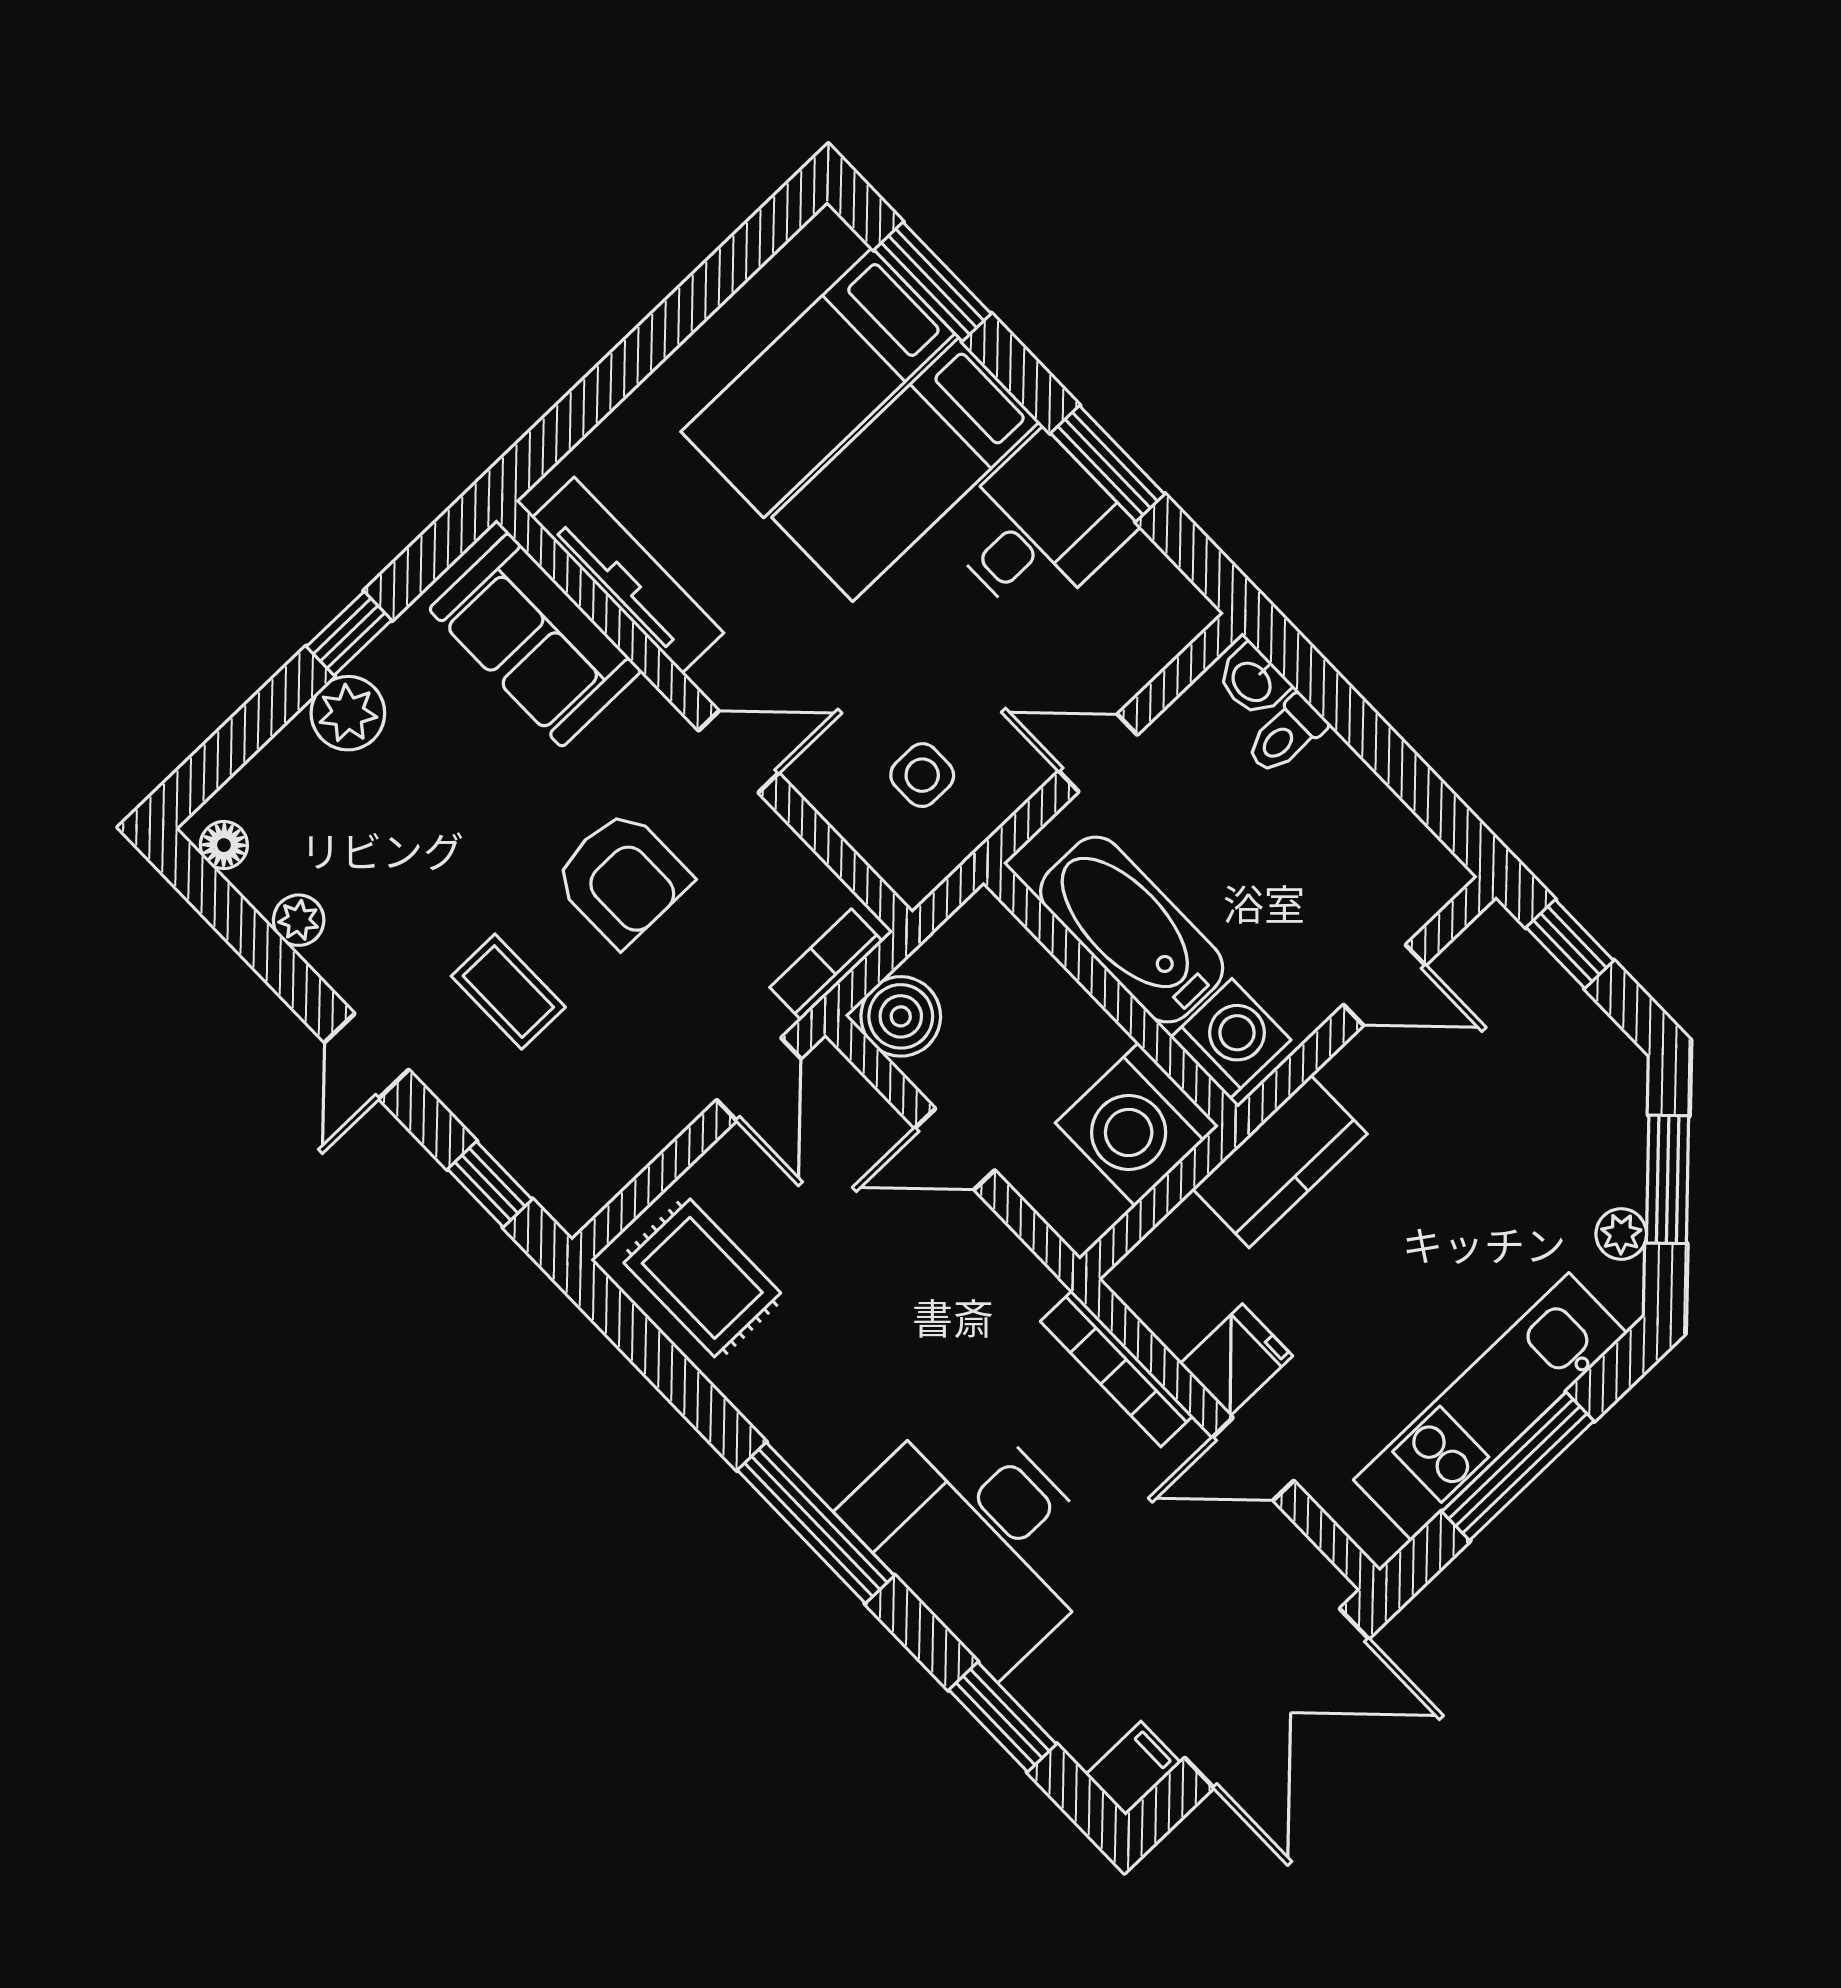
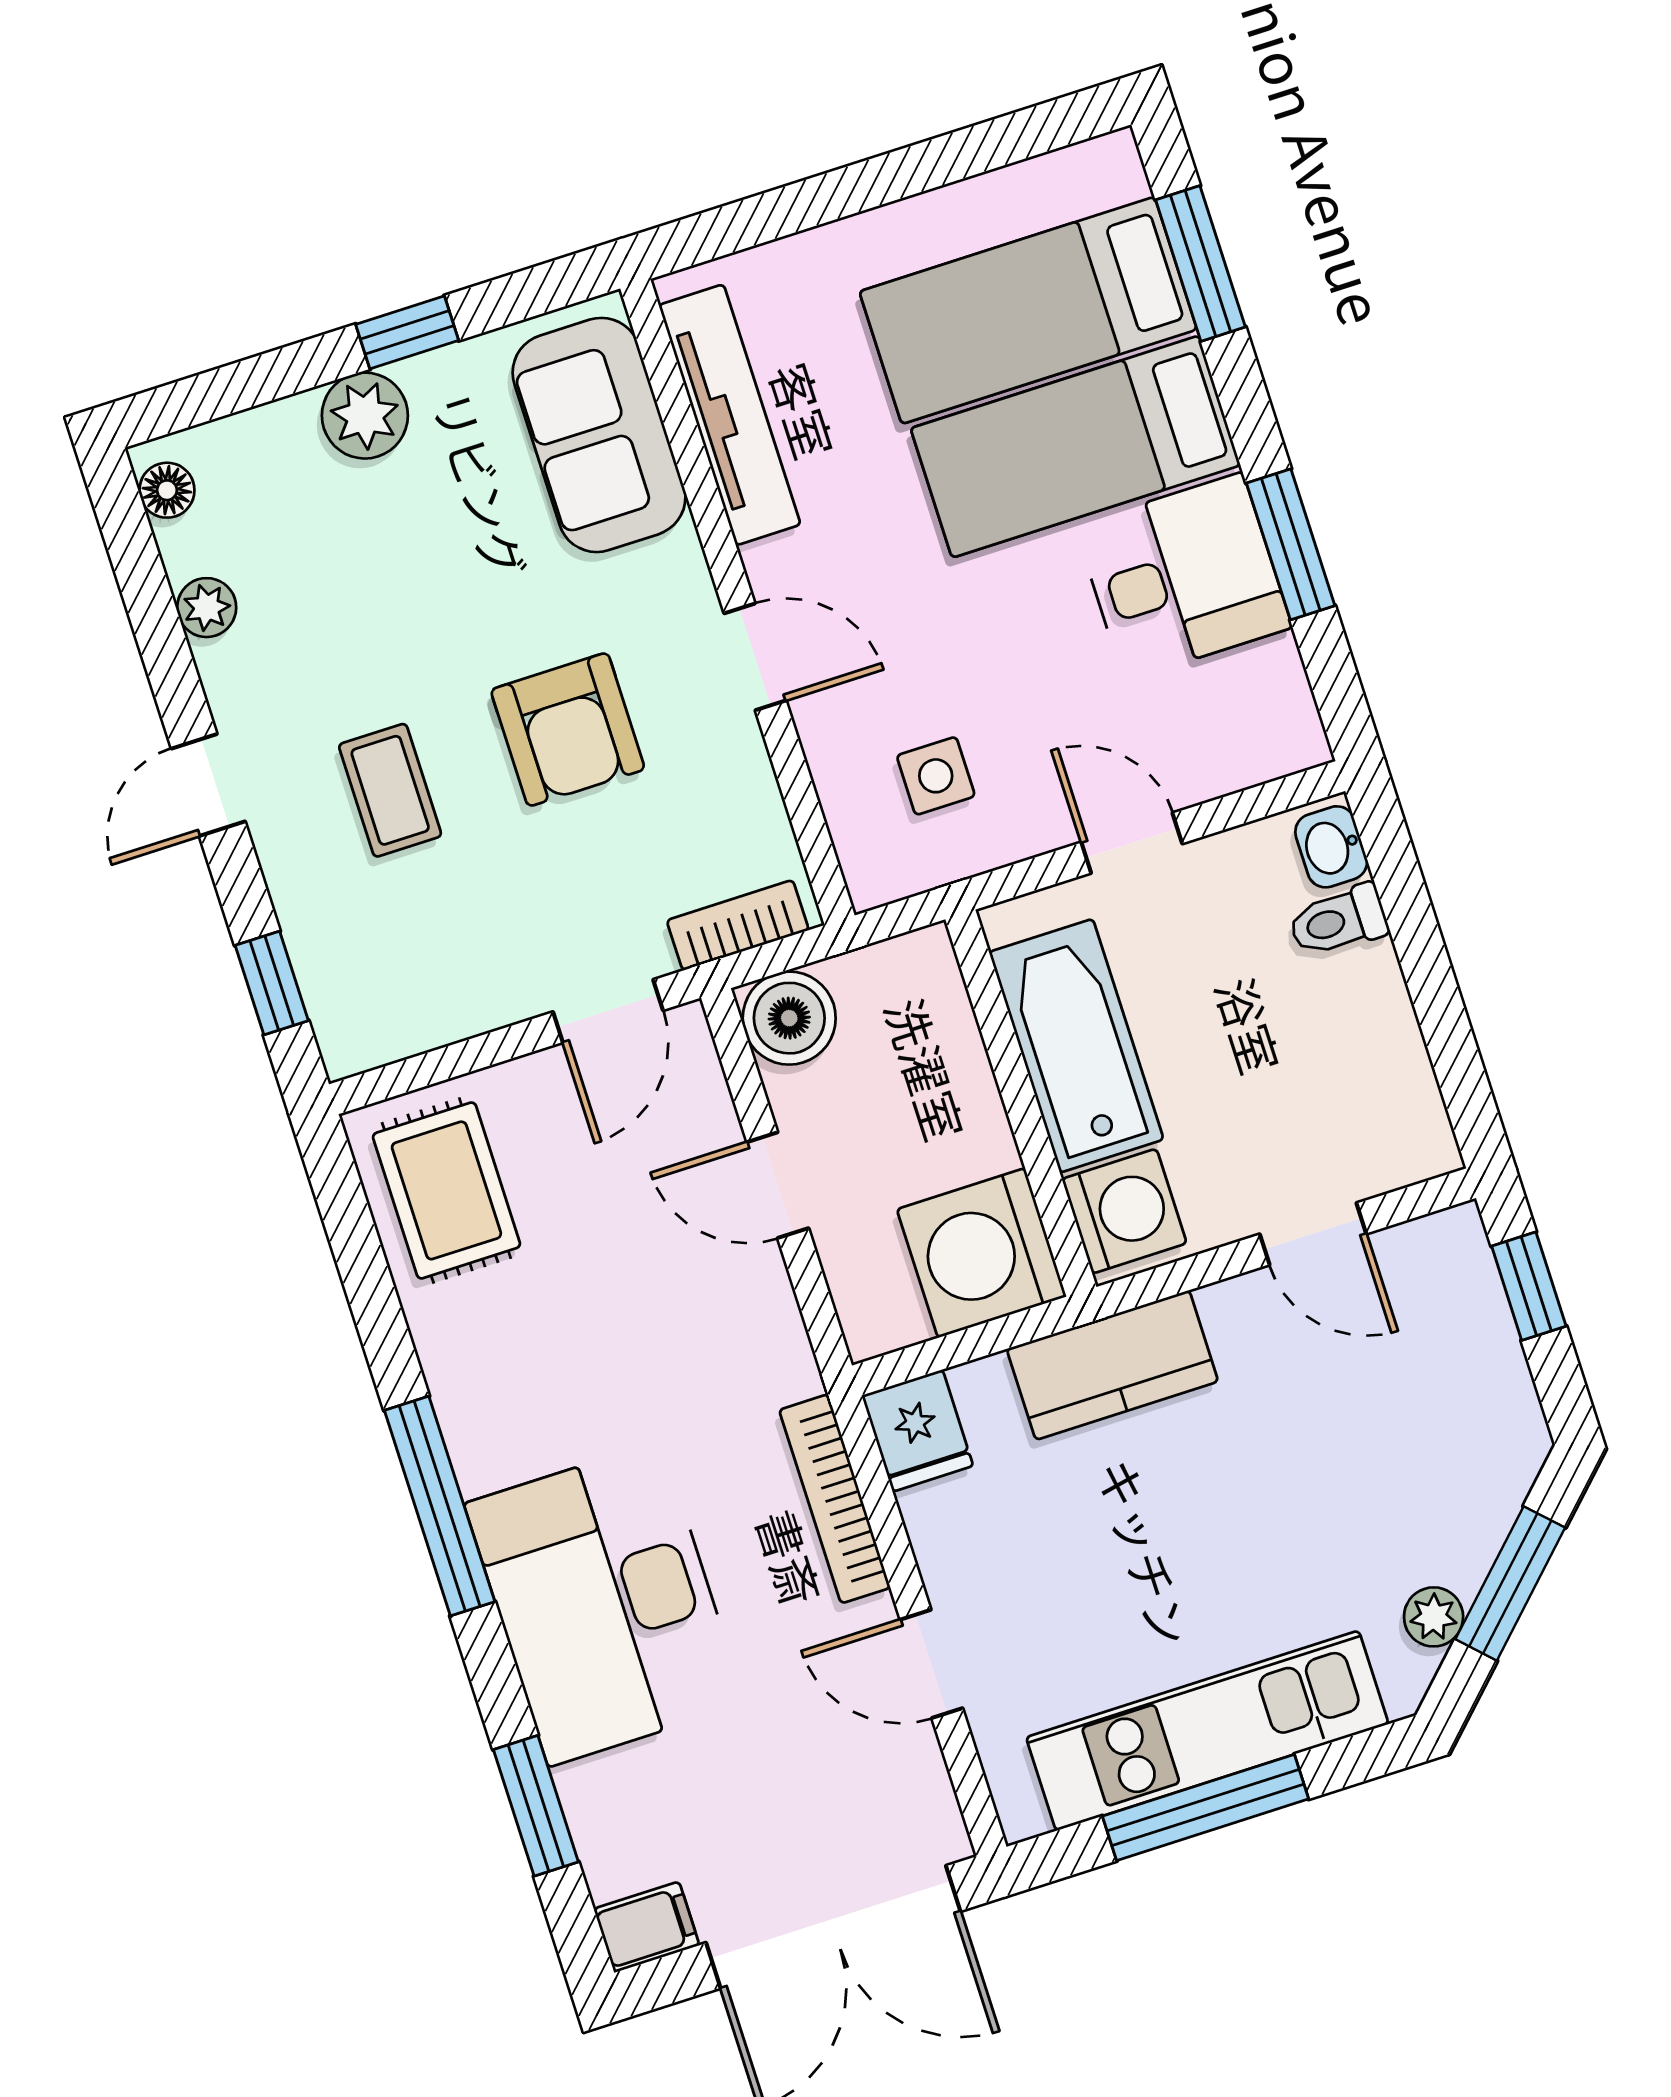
fridge: (1236, 1360) -> (917, 1431), moved, turned 90

